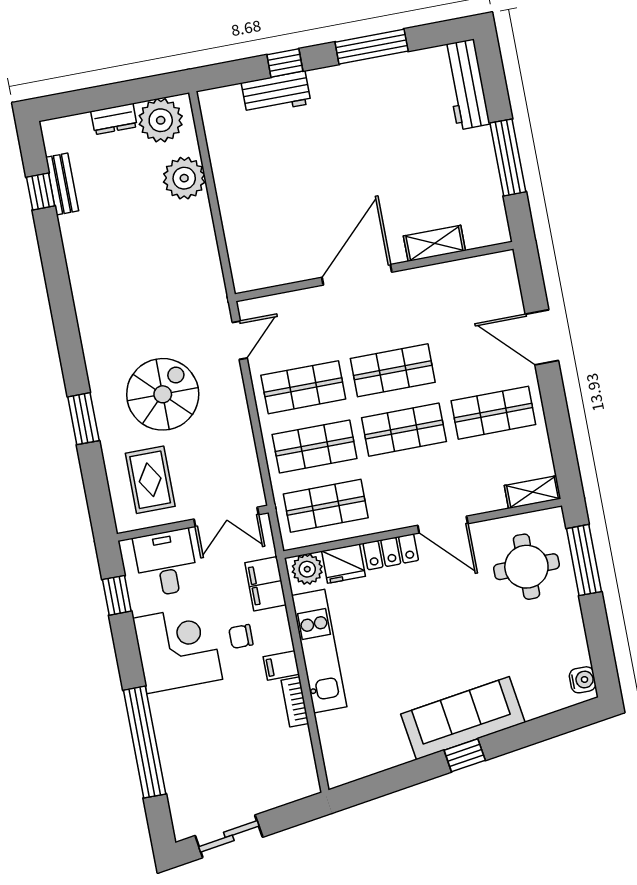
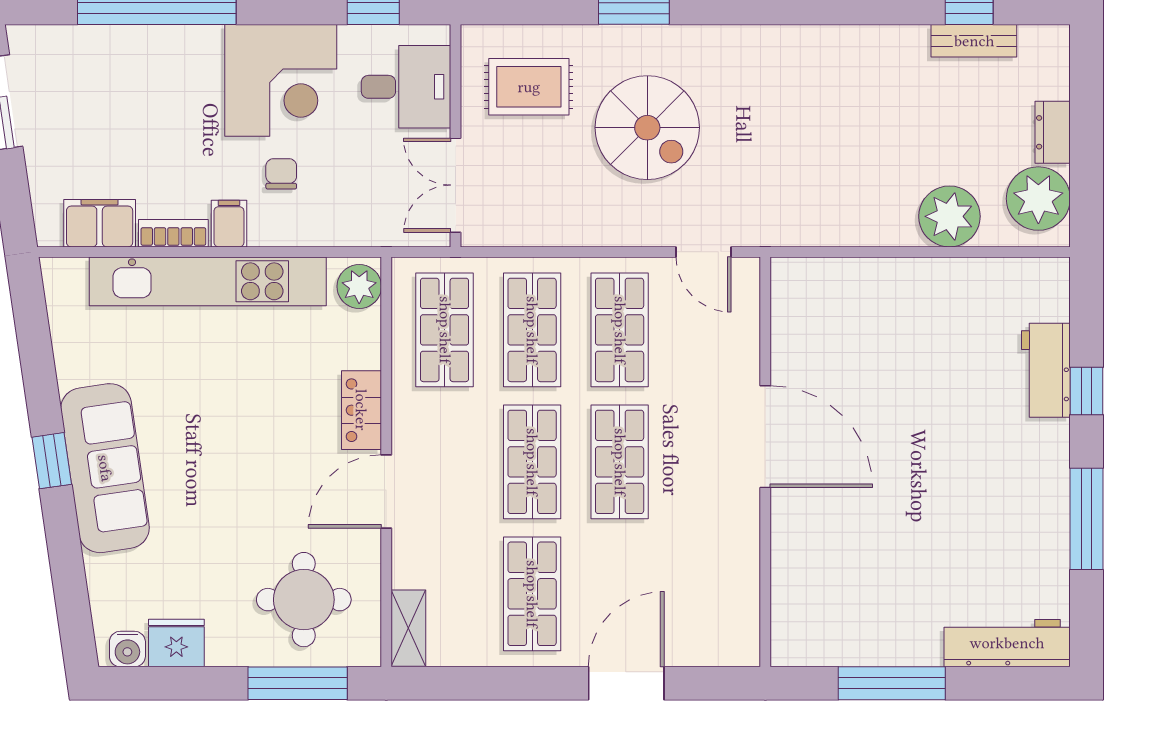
shelving: (434, 243) -> (789, 556), removed
fridge: (344, 564) -> (176, 643), moved, turned 90
filing cabinet: (266, 584) -> (100, 223), moved
kitchen unit: (319, 651) -> (208, 281), width x1.36

